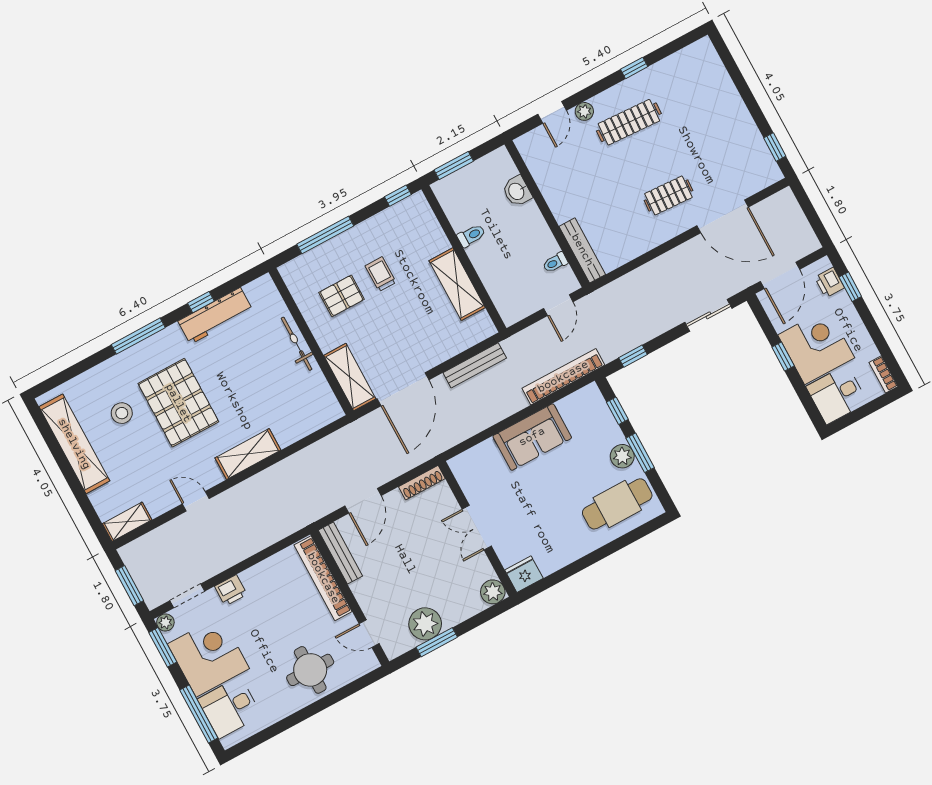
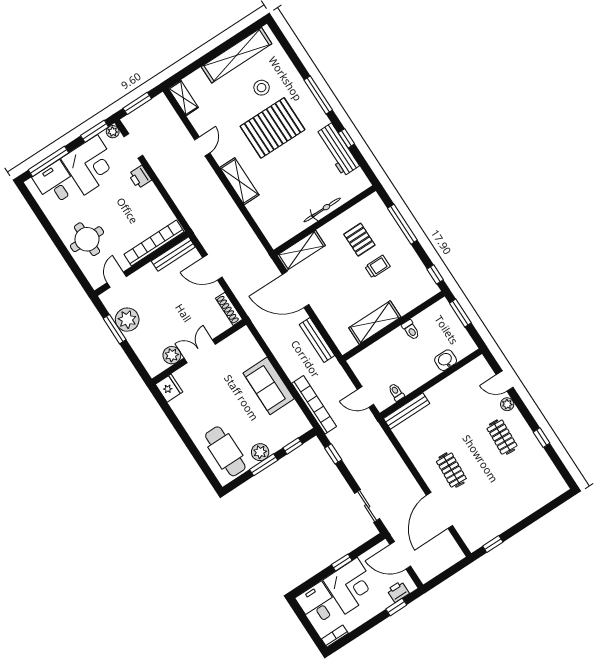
clothes rail: (629, 122) -> (502, 437), width x0.73
plant: (493, 592) -> (172, 355), moved

